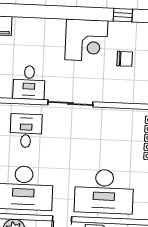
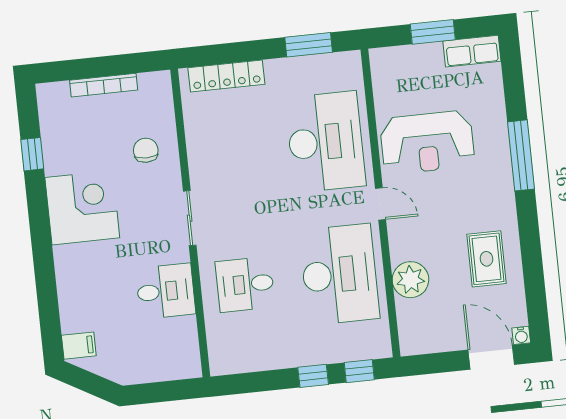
chair: (125, 59) -> (146, 150), moved
sliding door: (70, 103) -> (190, 218), width x0.73

